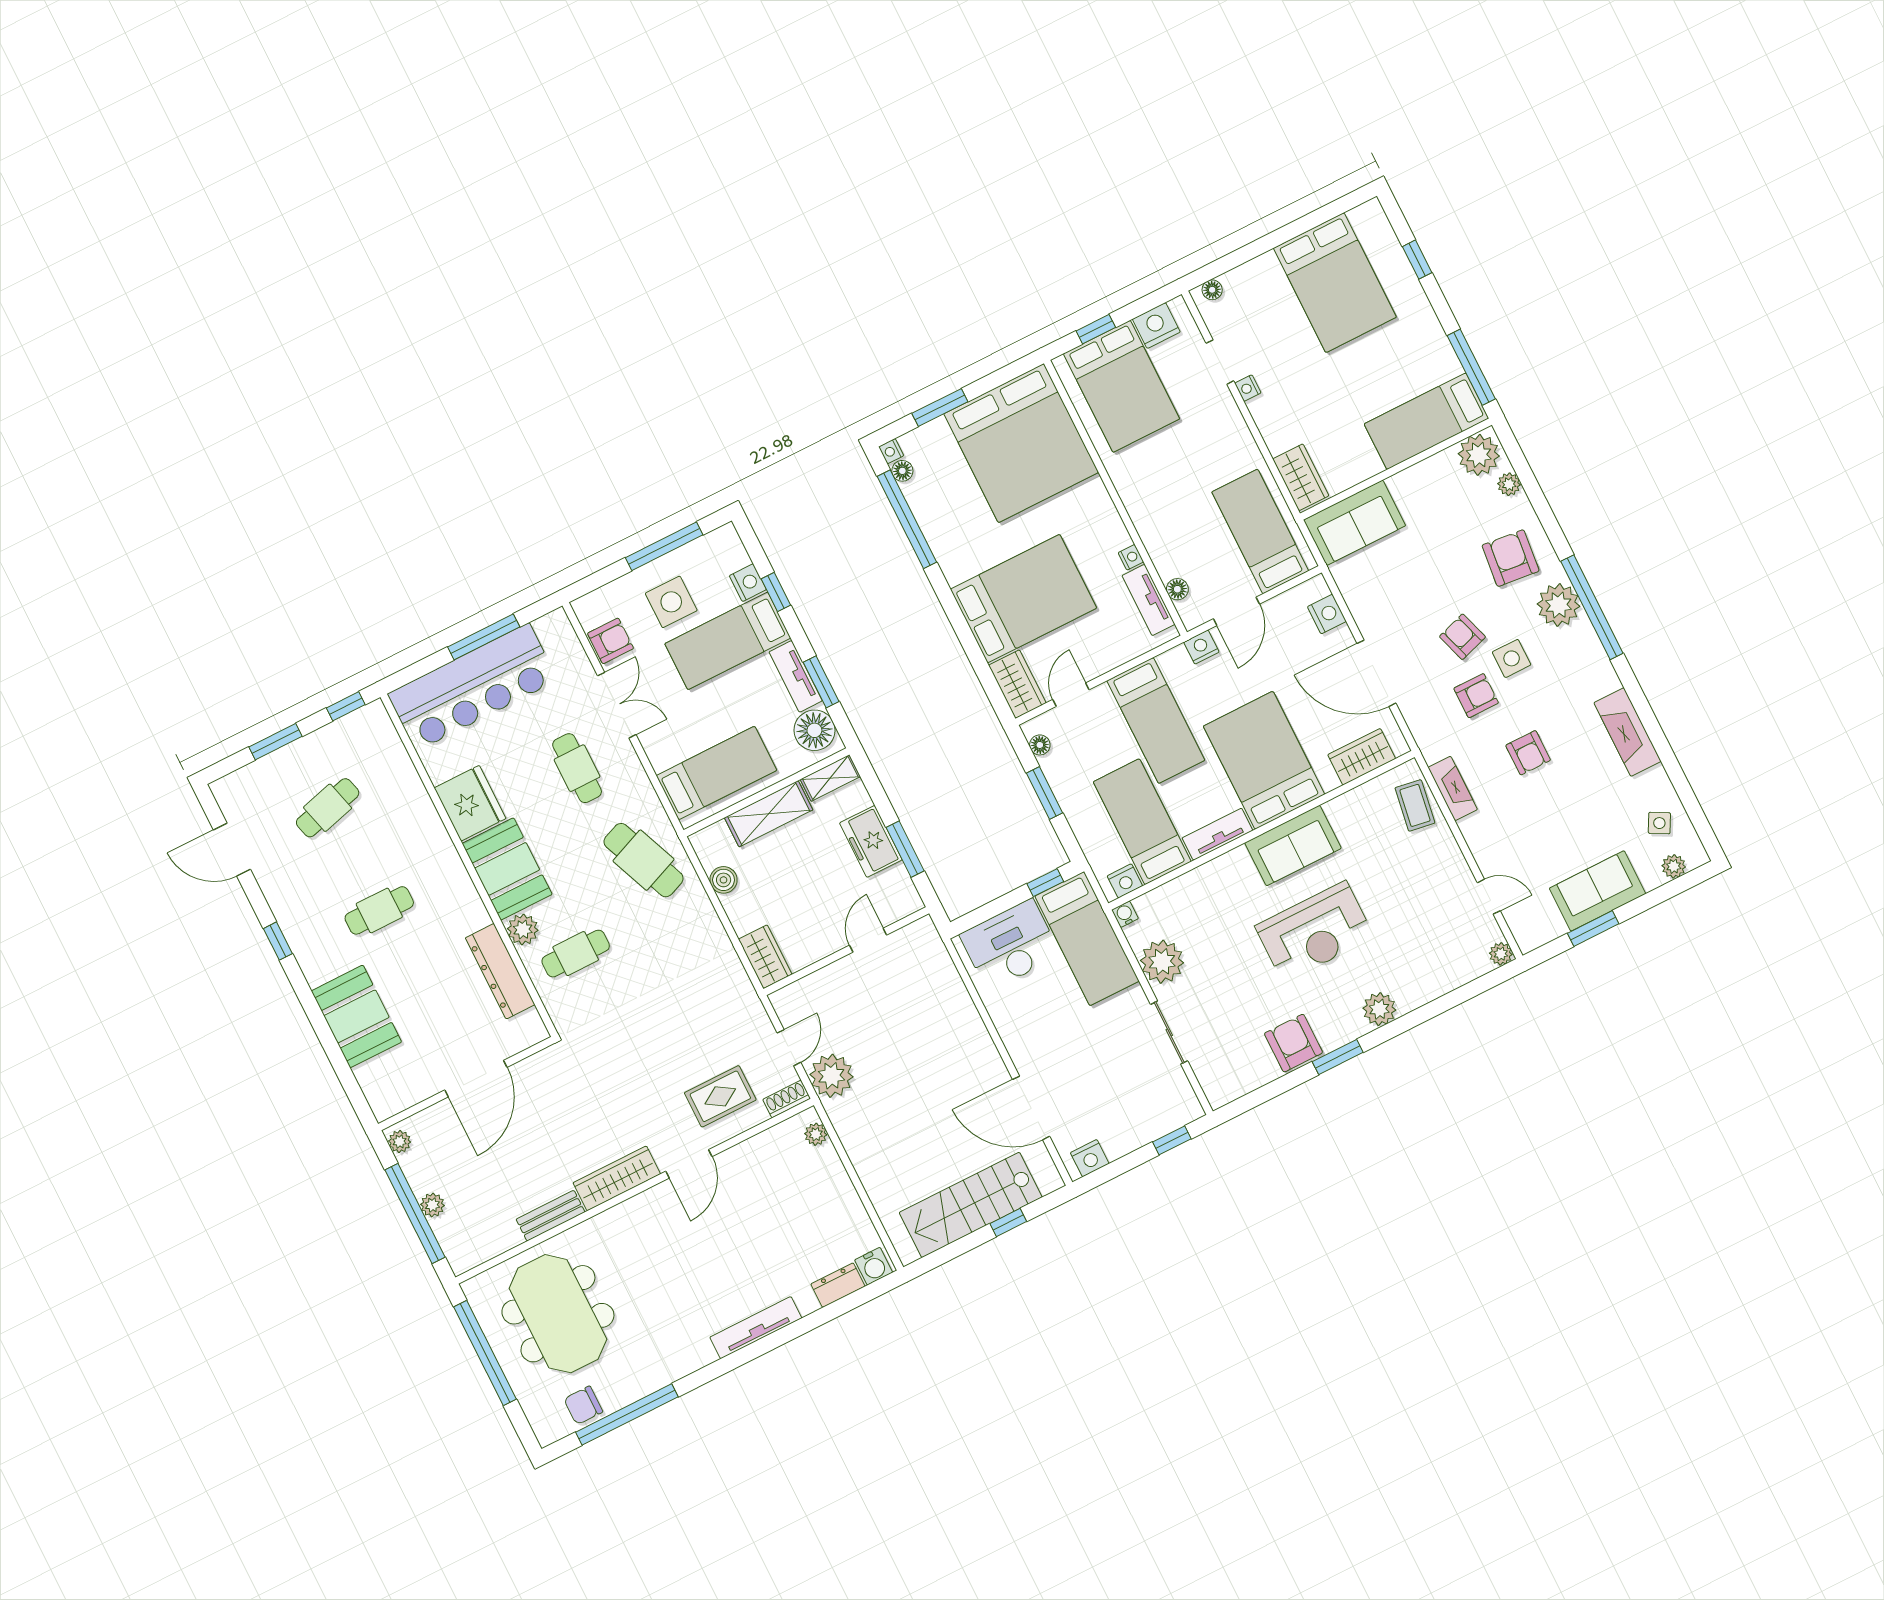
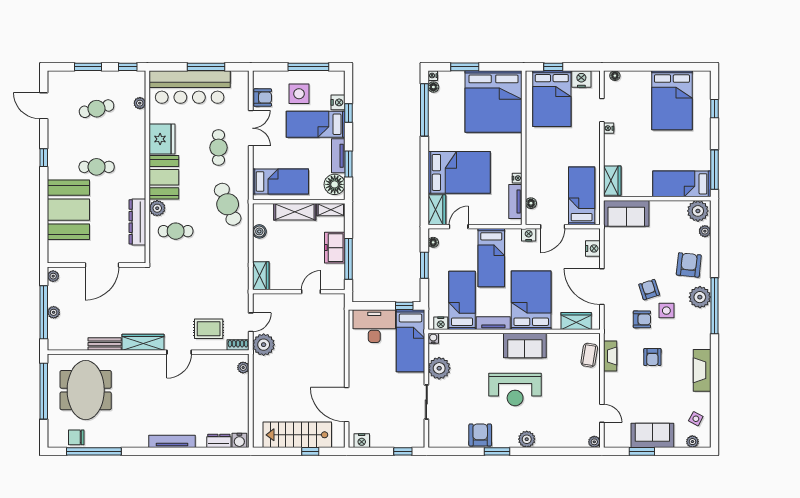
plant: (399, 760) -> (140, 103), added
window: (905, 849) -> (349, 259), width x1.44
booth: (356, 1016) -> (68, 210), width x1.36, depth x1.42

